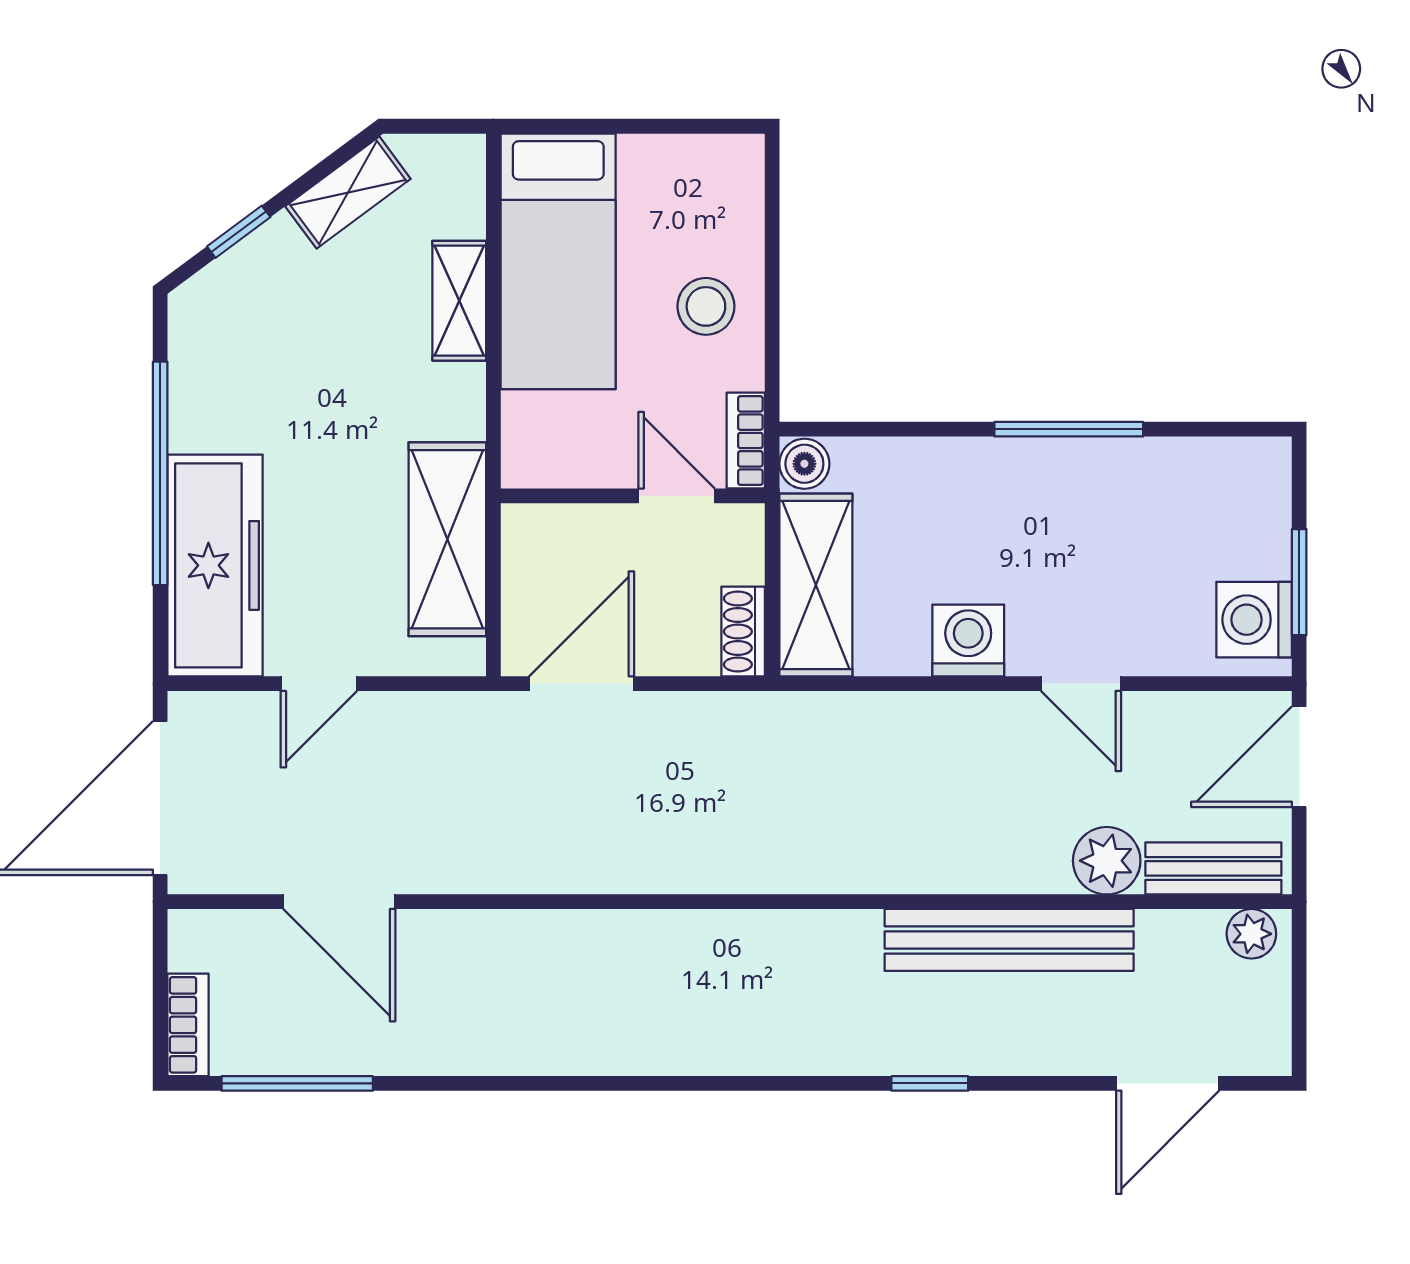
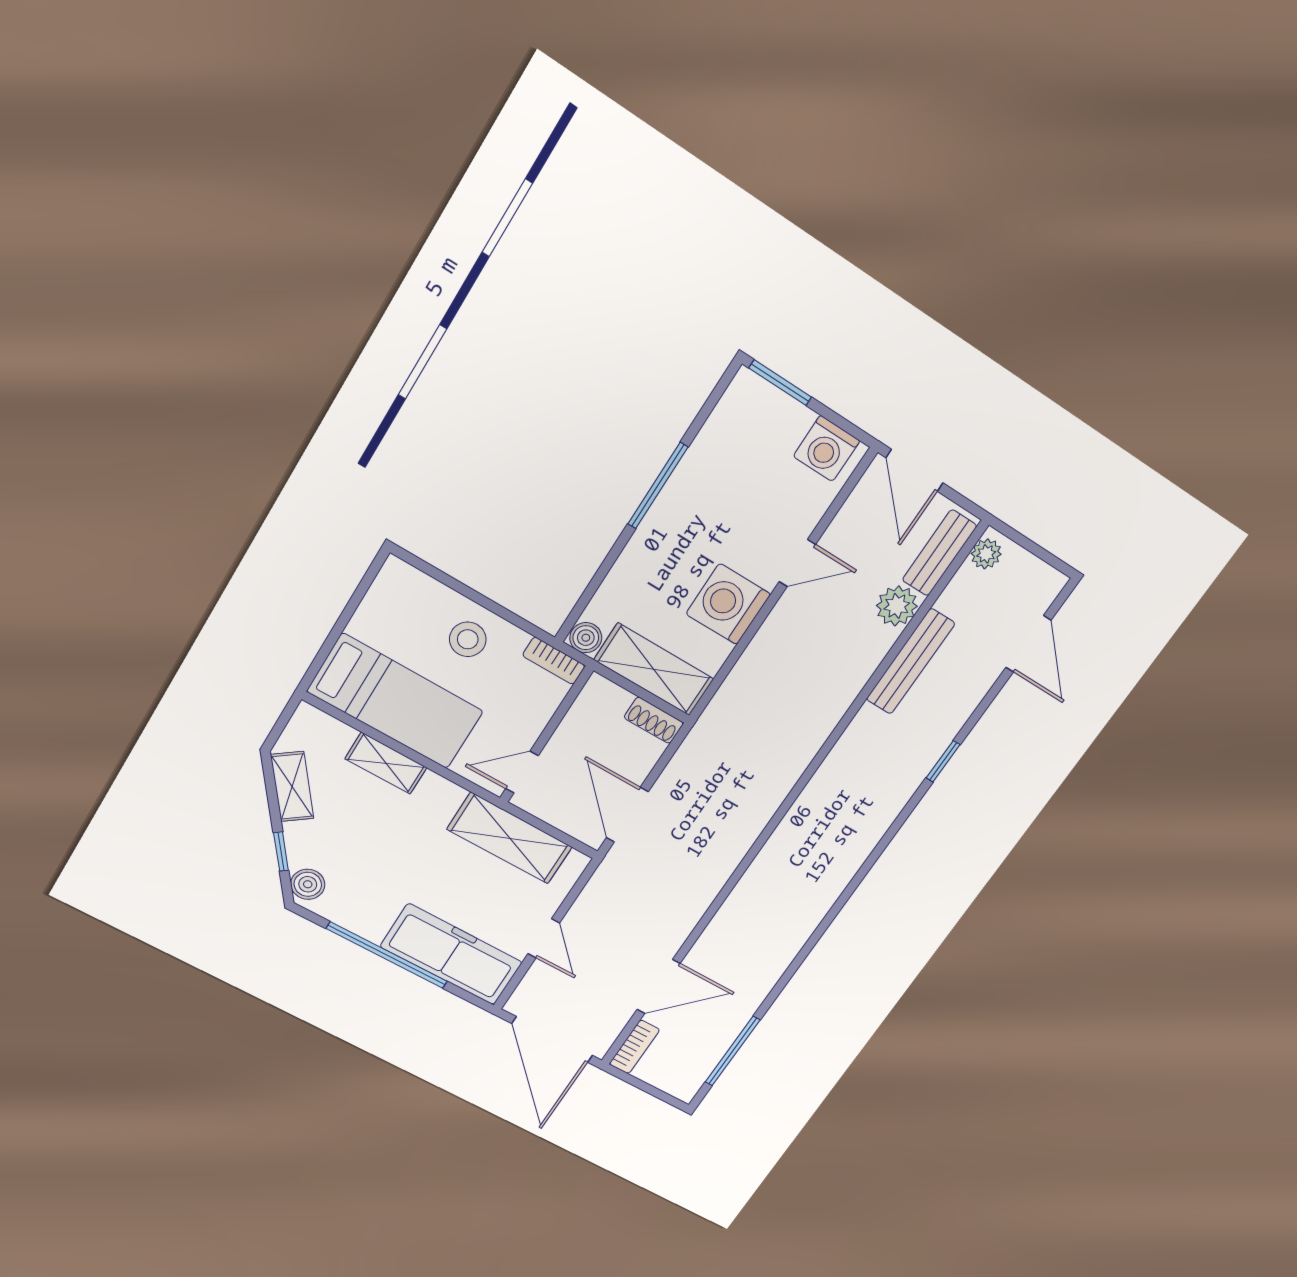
boiler: (209, 297) -> (308, 884), added
door: (677, 496) -> (522, 772), moved
window: (1299, 582) -> (780, 383), moved
washing machine: (968, 640) -> (728, 604), width x1.37, depth x1.37
bench: (1009, 940) -> (911, 661), width x0.73, depth x0.82
bookcase: (188, 1025) -> (634, 1047), moved, turned 90

